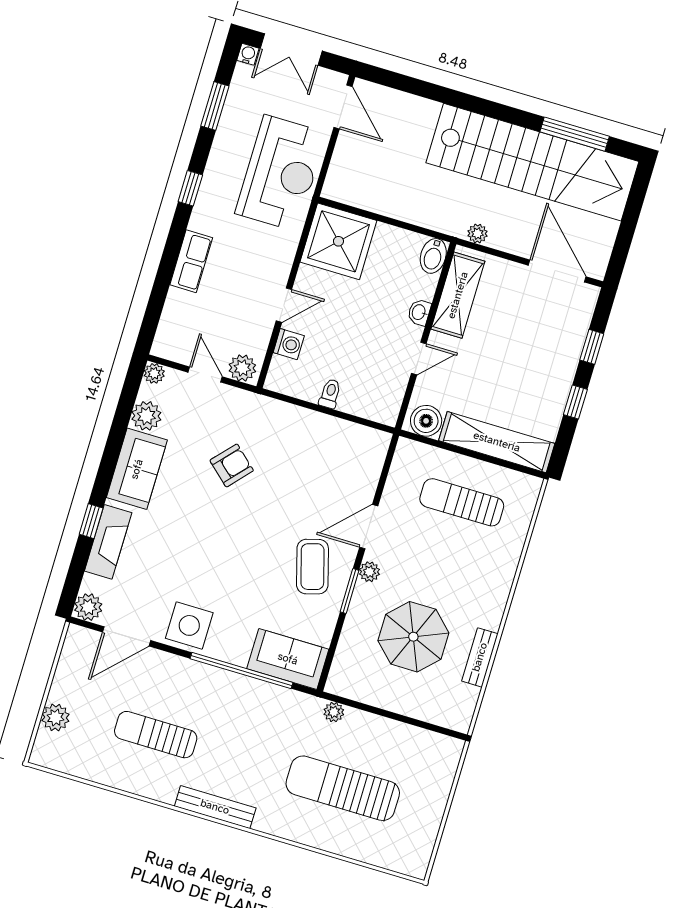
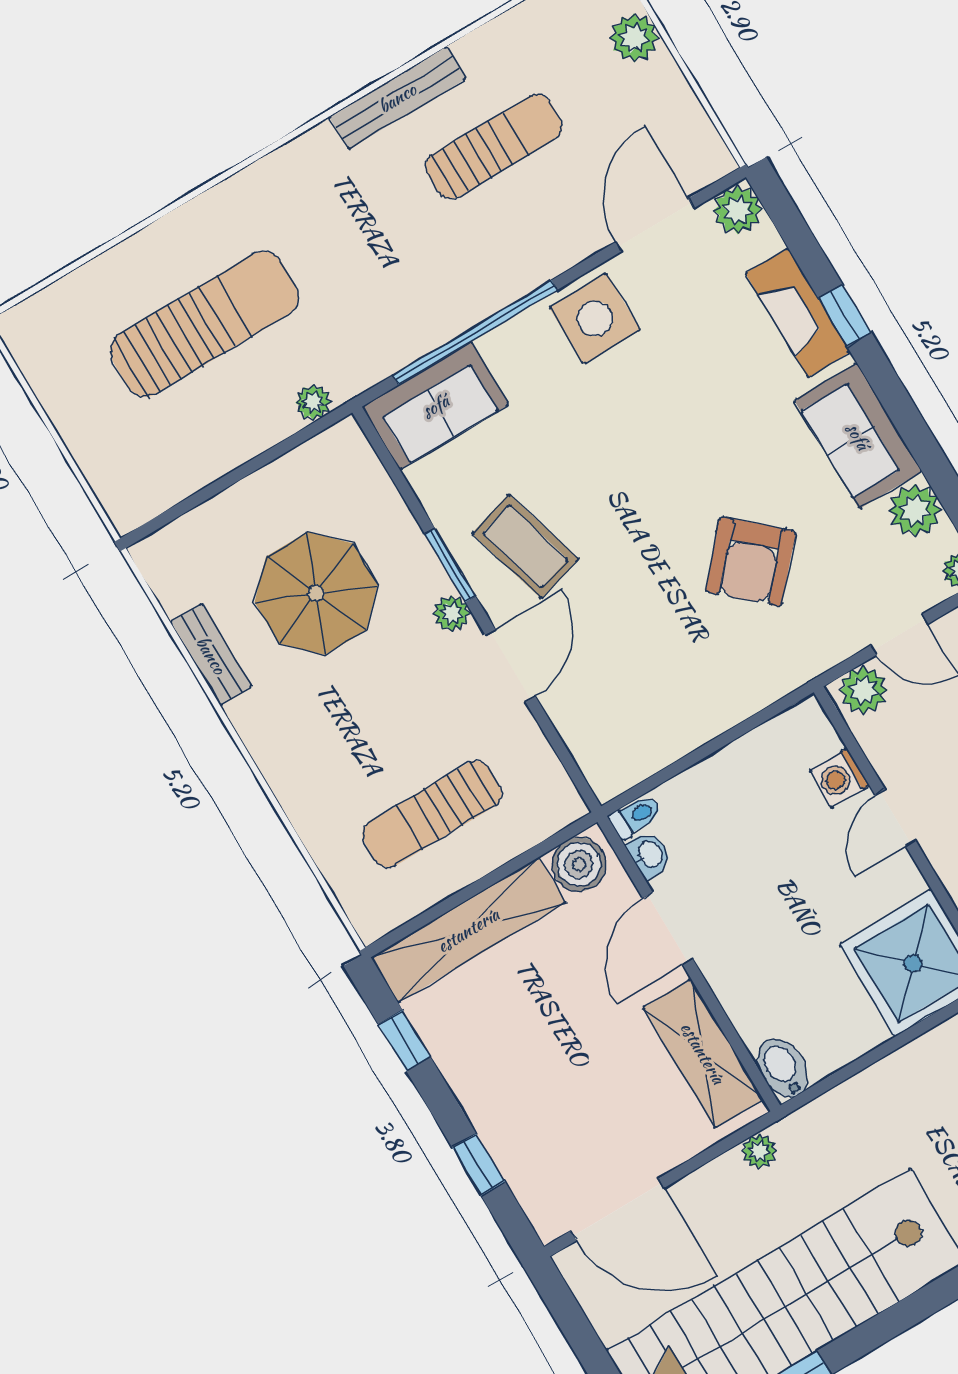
washbasin: (419, 312) -> (650, 855), moved
door: (419, 358) -> (668, 928), width x1.38
toilet: (330, 394) -> (636, 816), moved, turned -90
window: (575, 402) -> (404, 1041), moved
armchair: (232, 465) -> (751, 562), width x1.38, depth x1.38
sun lounger: (462, 502) -> (432, 814), turned 180
bench: (215, 807) -> (397, 98), moved

